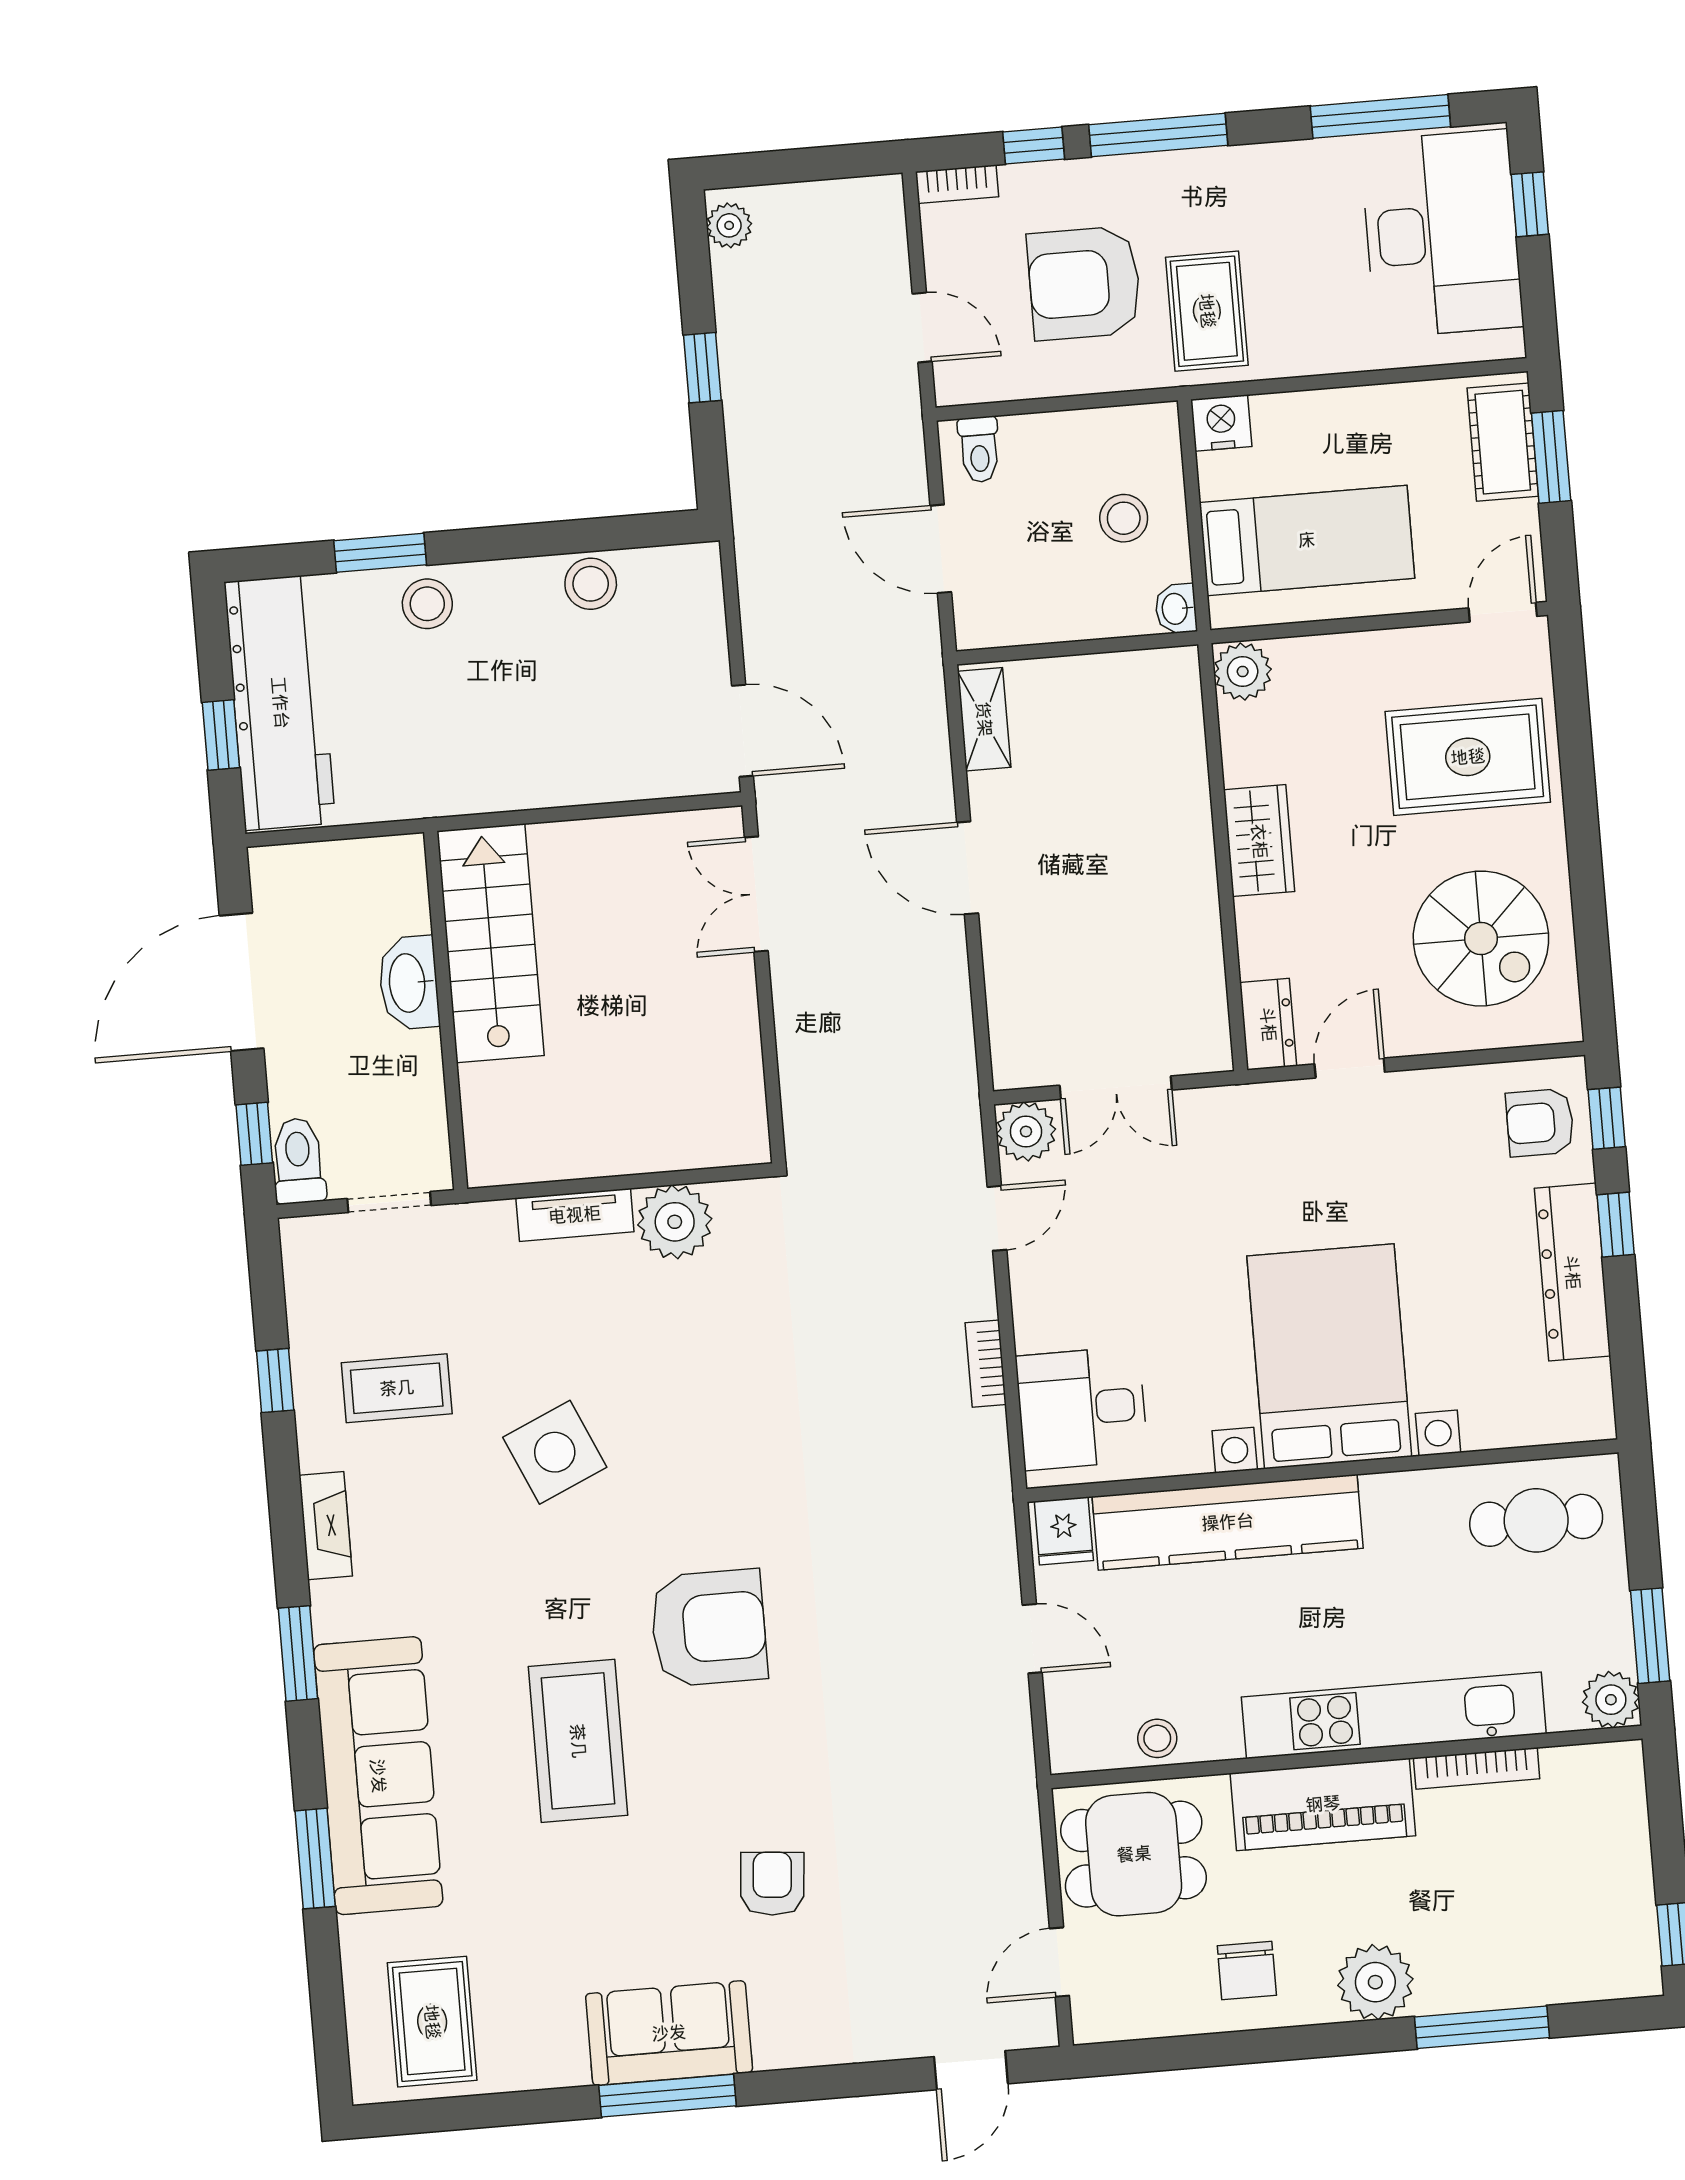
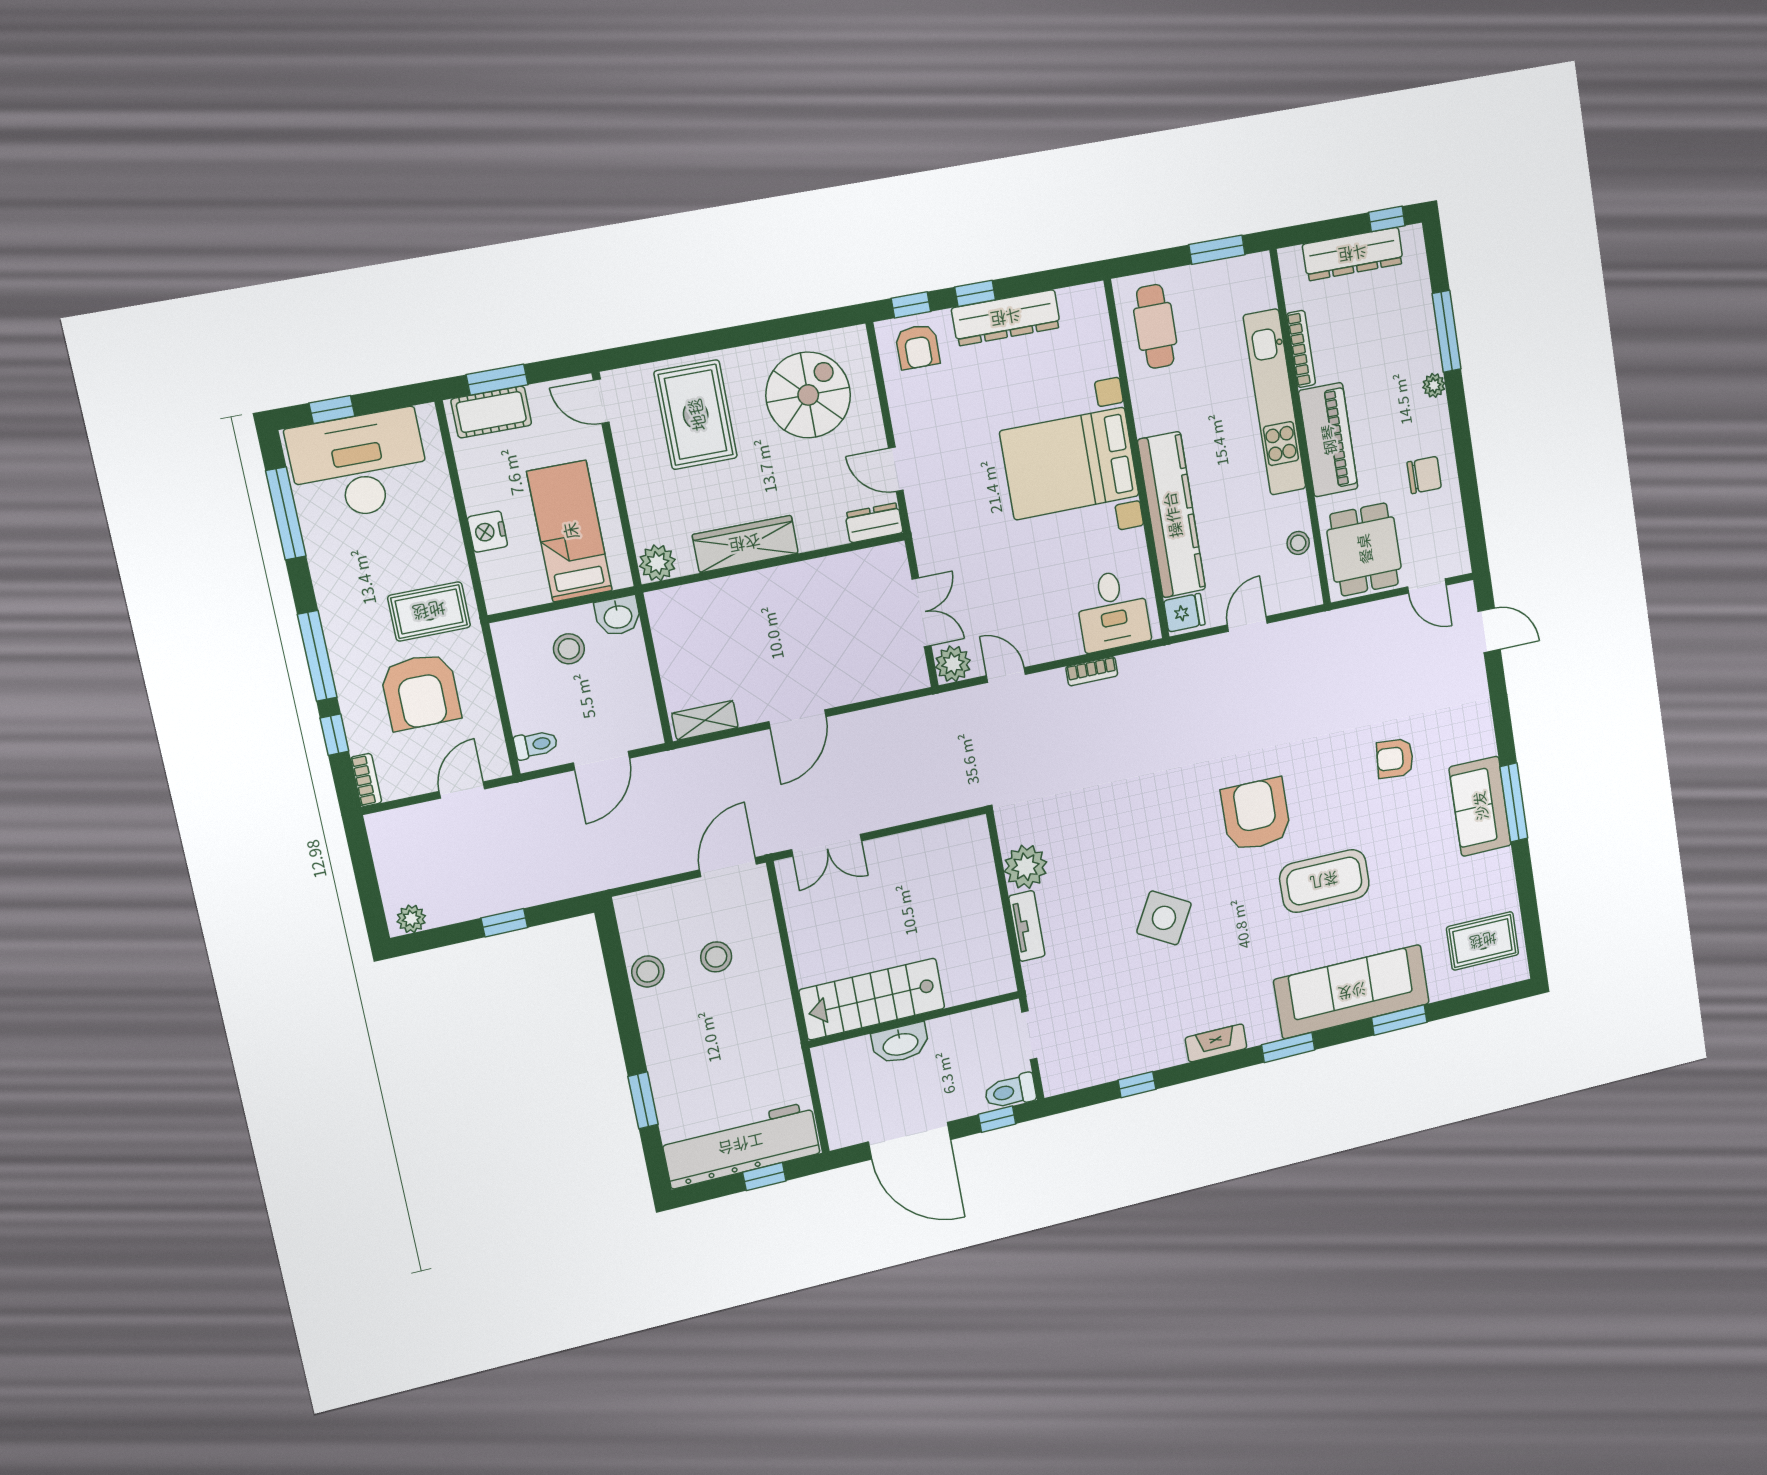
nightstand: (1221, 423) -> (487, 532), moved
stool: (427, 604) -> (716, 957), moved
washbasin: (1176, 609) -> (618, 616), width x1.38, depth x1.45
wardrobe: (1259, 841) -> (745, 544), width x1.50
coffee table: (397, 1388) -> (1135, 1014), removed
side table: (555, 1452) -> (1164, 918), turned -37
plant: (1611, 1700) -> (1256, 271), removed
dresser: (1623, 1871) -> (1353, 254), added
plant: (1375, 1982) -> (1434, 385), width x0.53, depth x0.53

